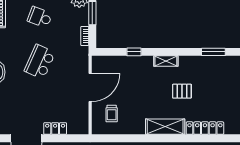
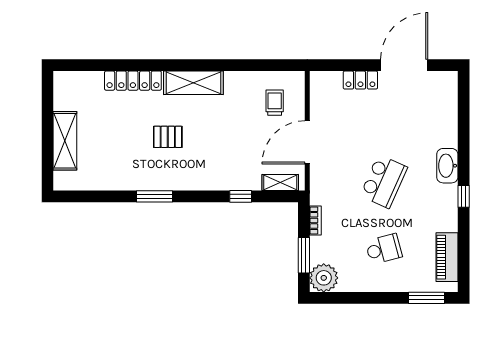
school desk: (40, 17) -> (384, 249), turned -36
window: (213, 52) -> (155, 196), moved
shelving: (166, 61) -> (280, 183), moved

